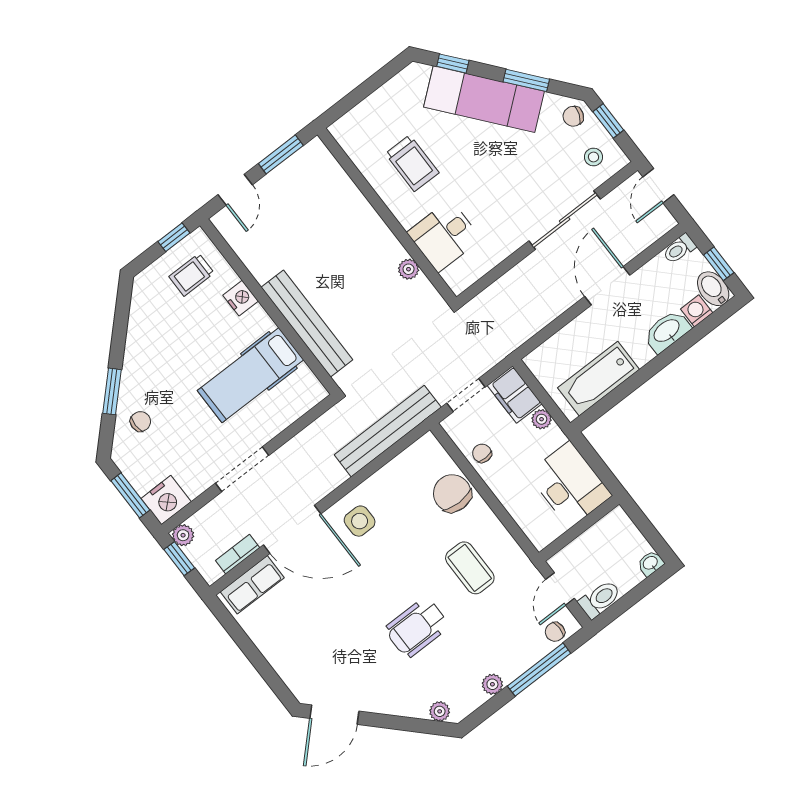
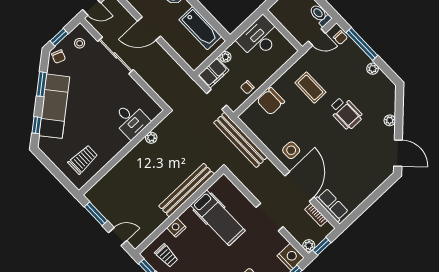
trolley: (412, 163) -> (83, 160), moved
coffee table: (470, 568) -> (310, 88), turned 90
plant: (440, 711) -> (390, 120), moved

